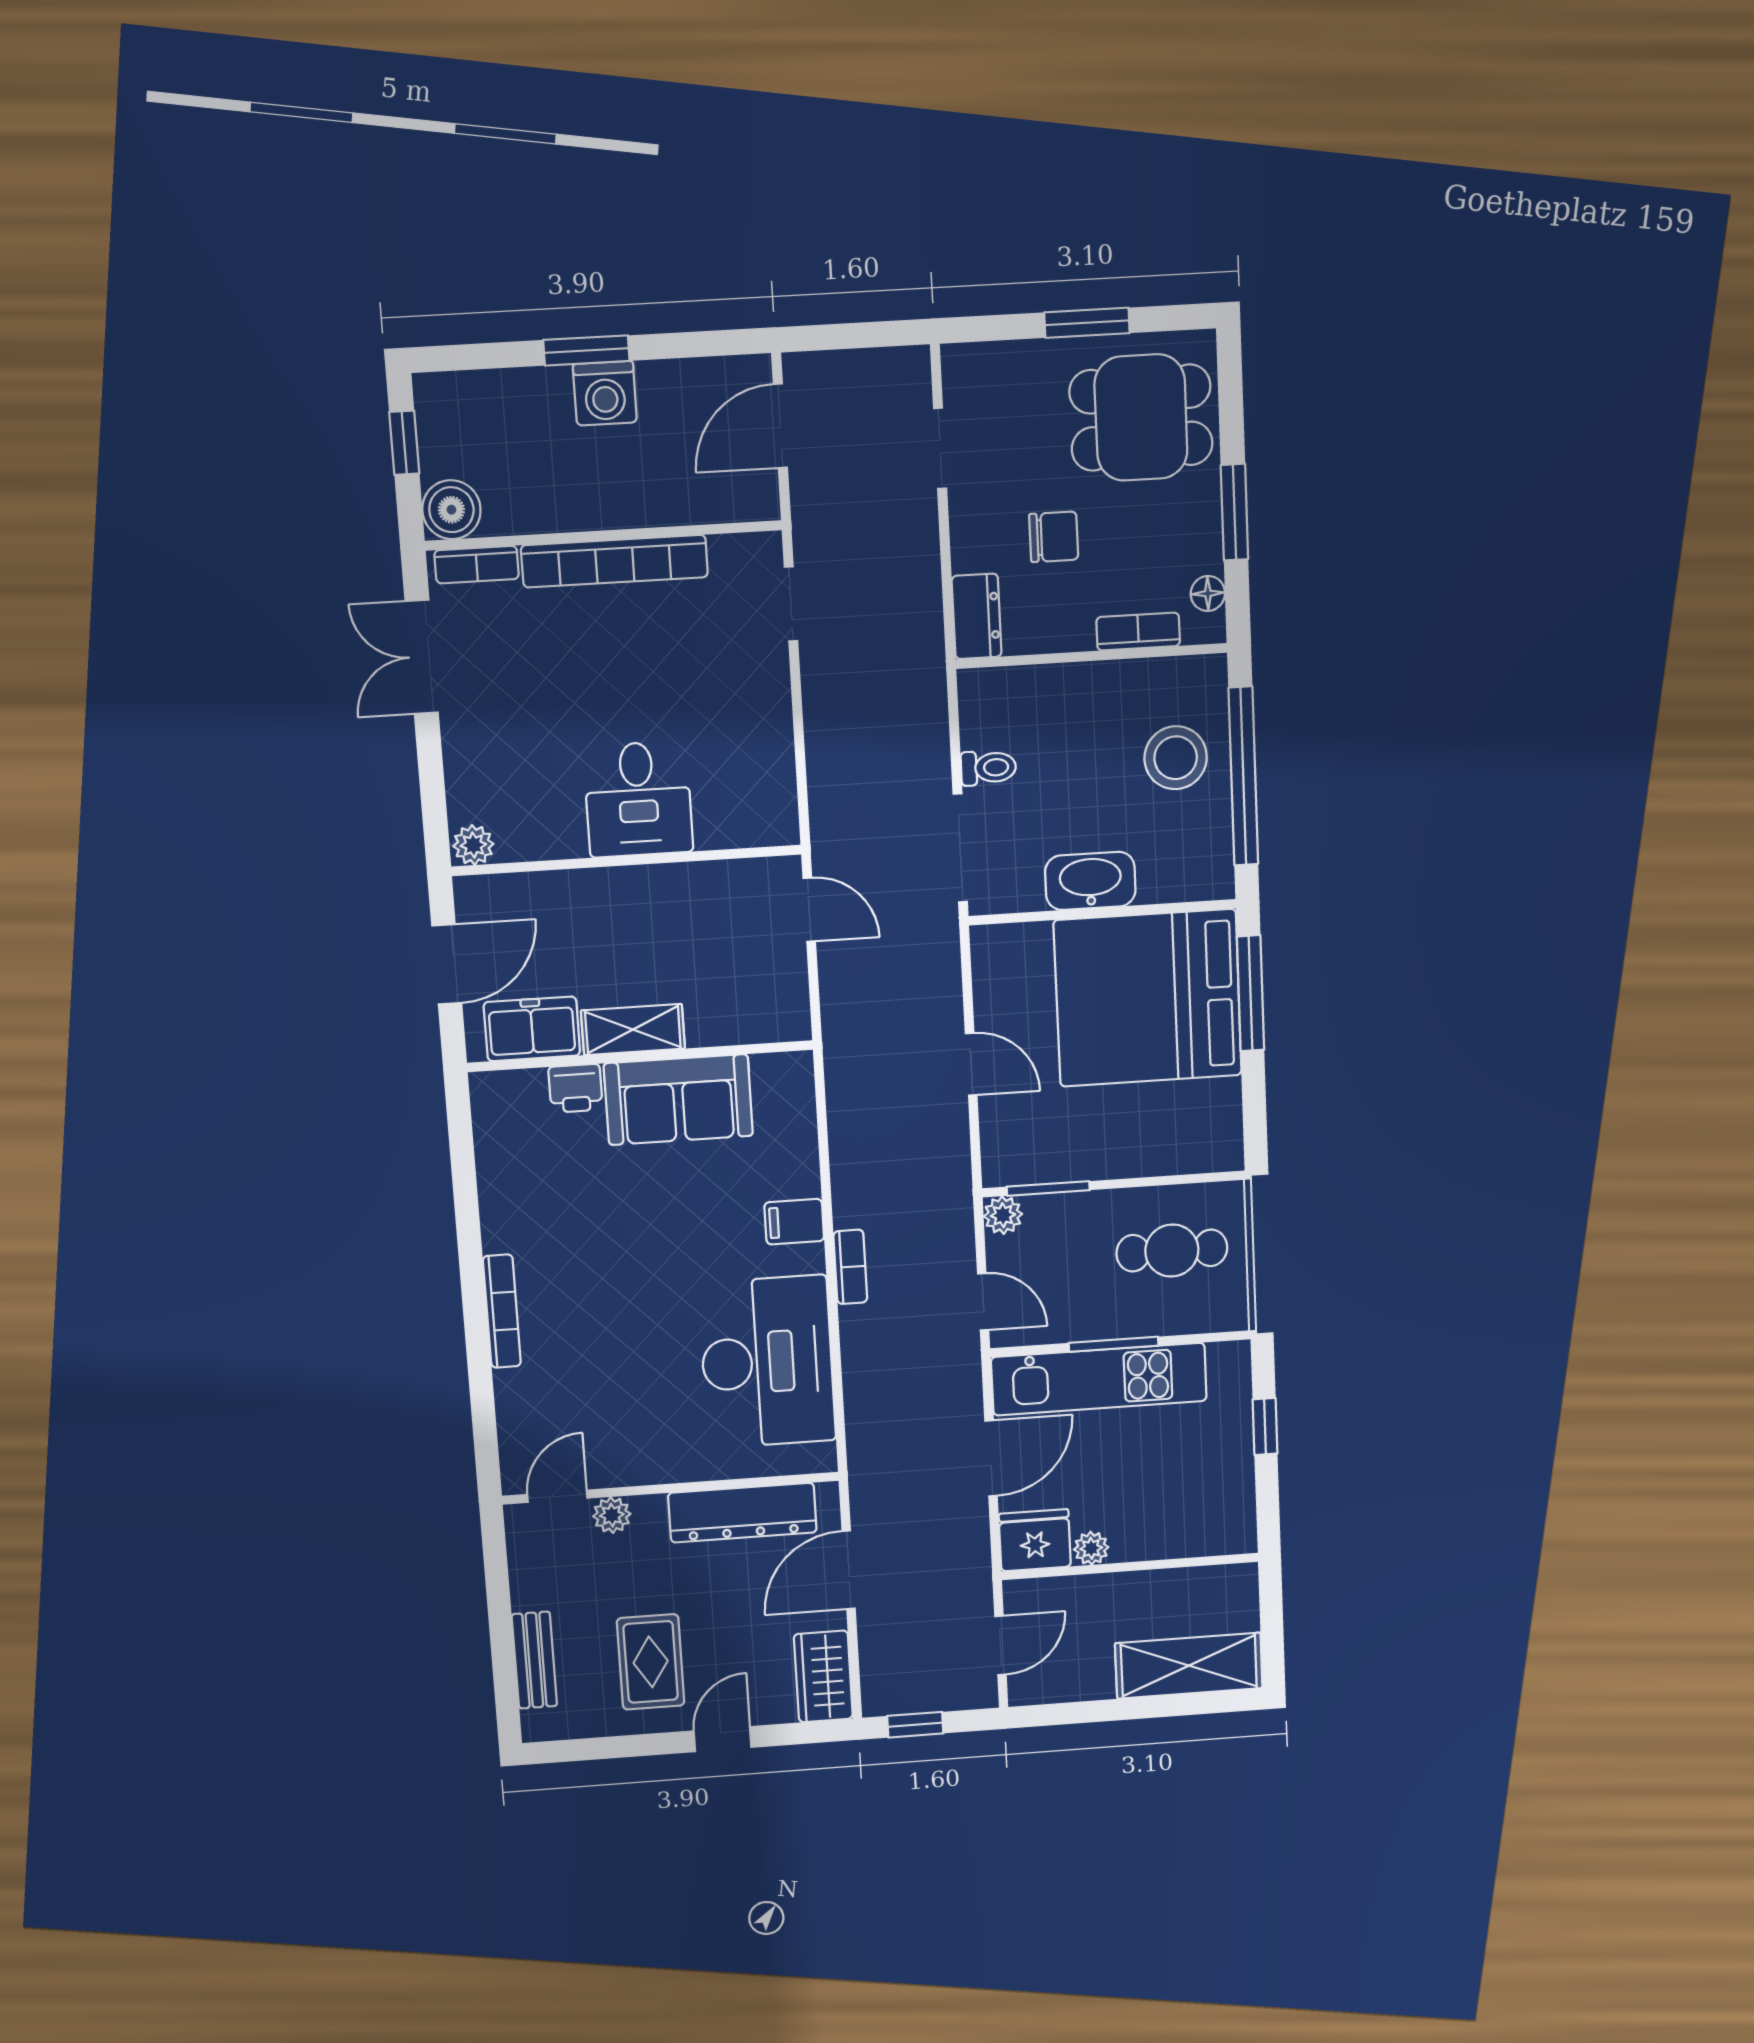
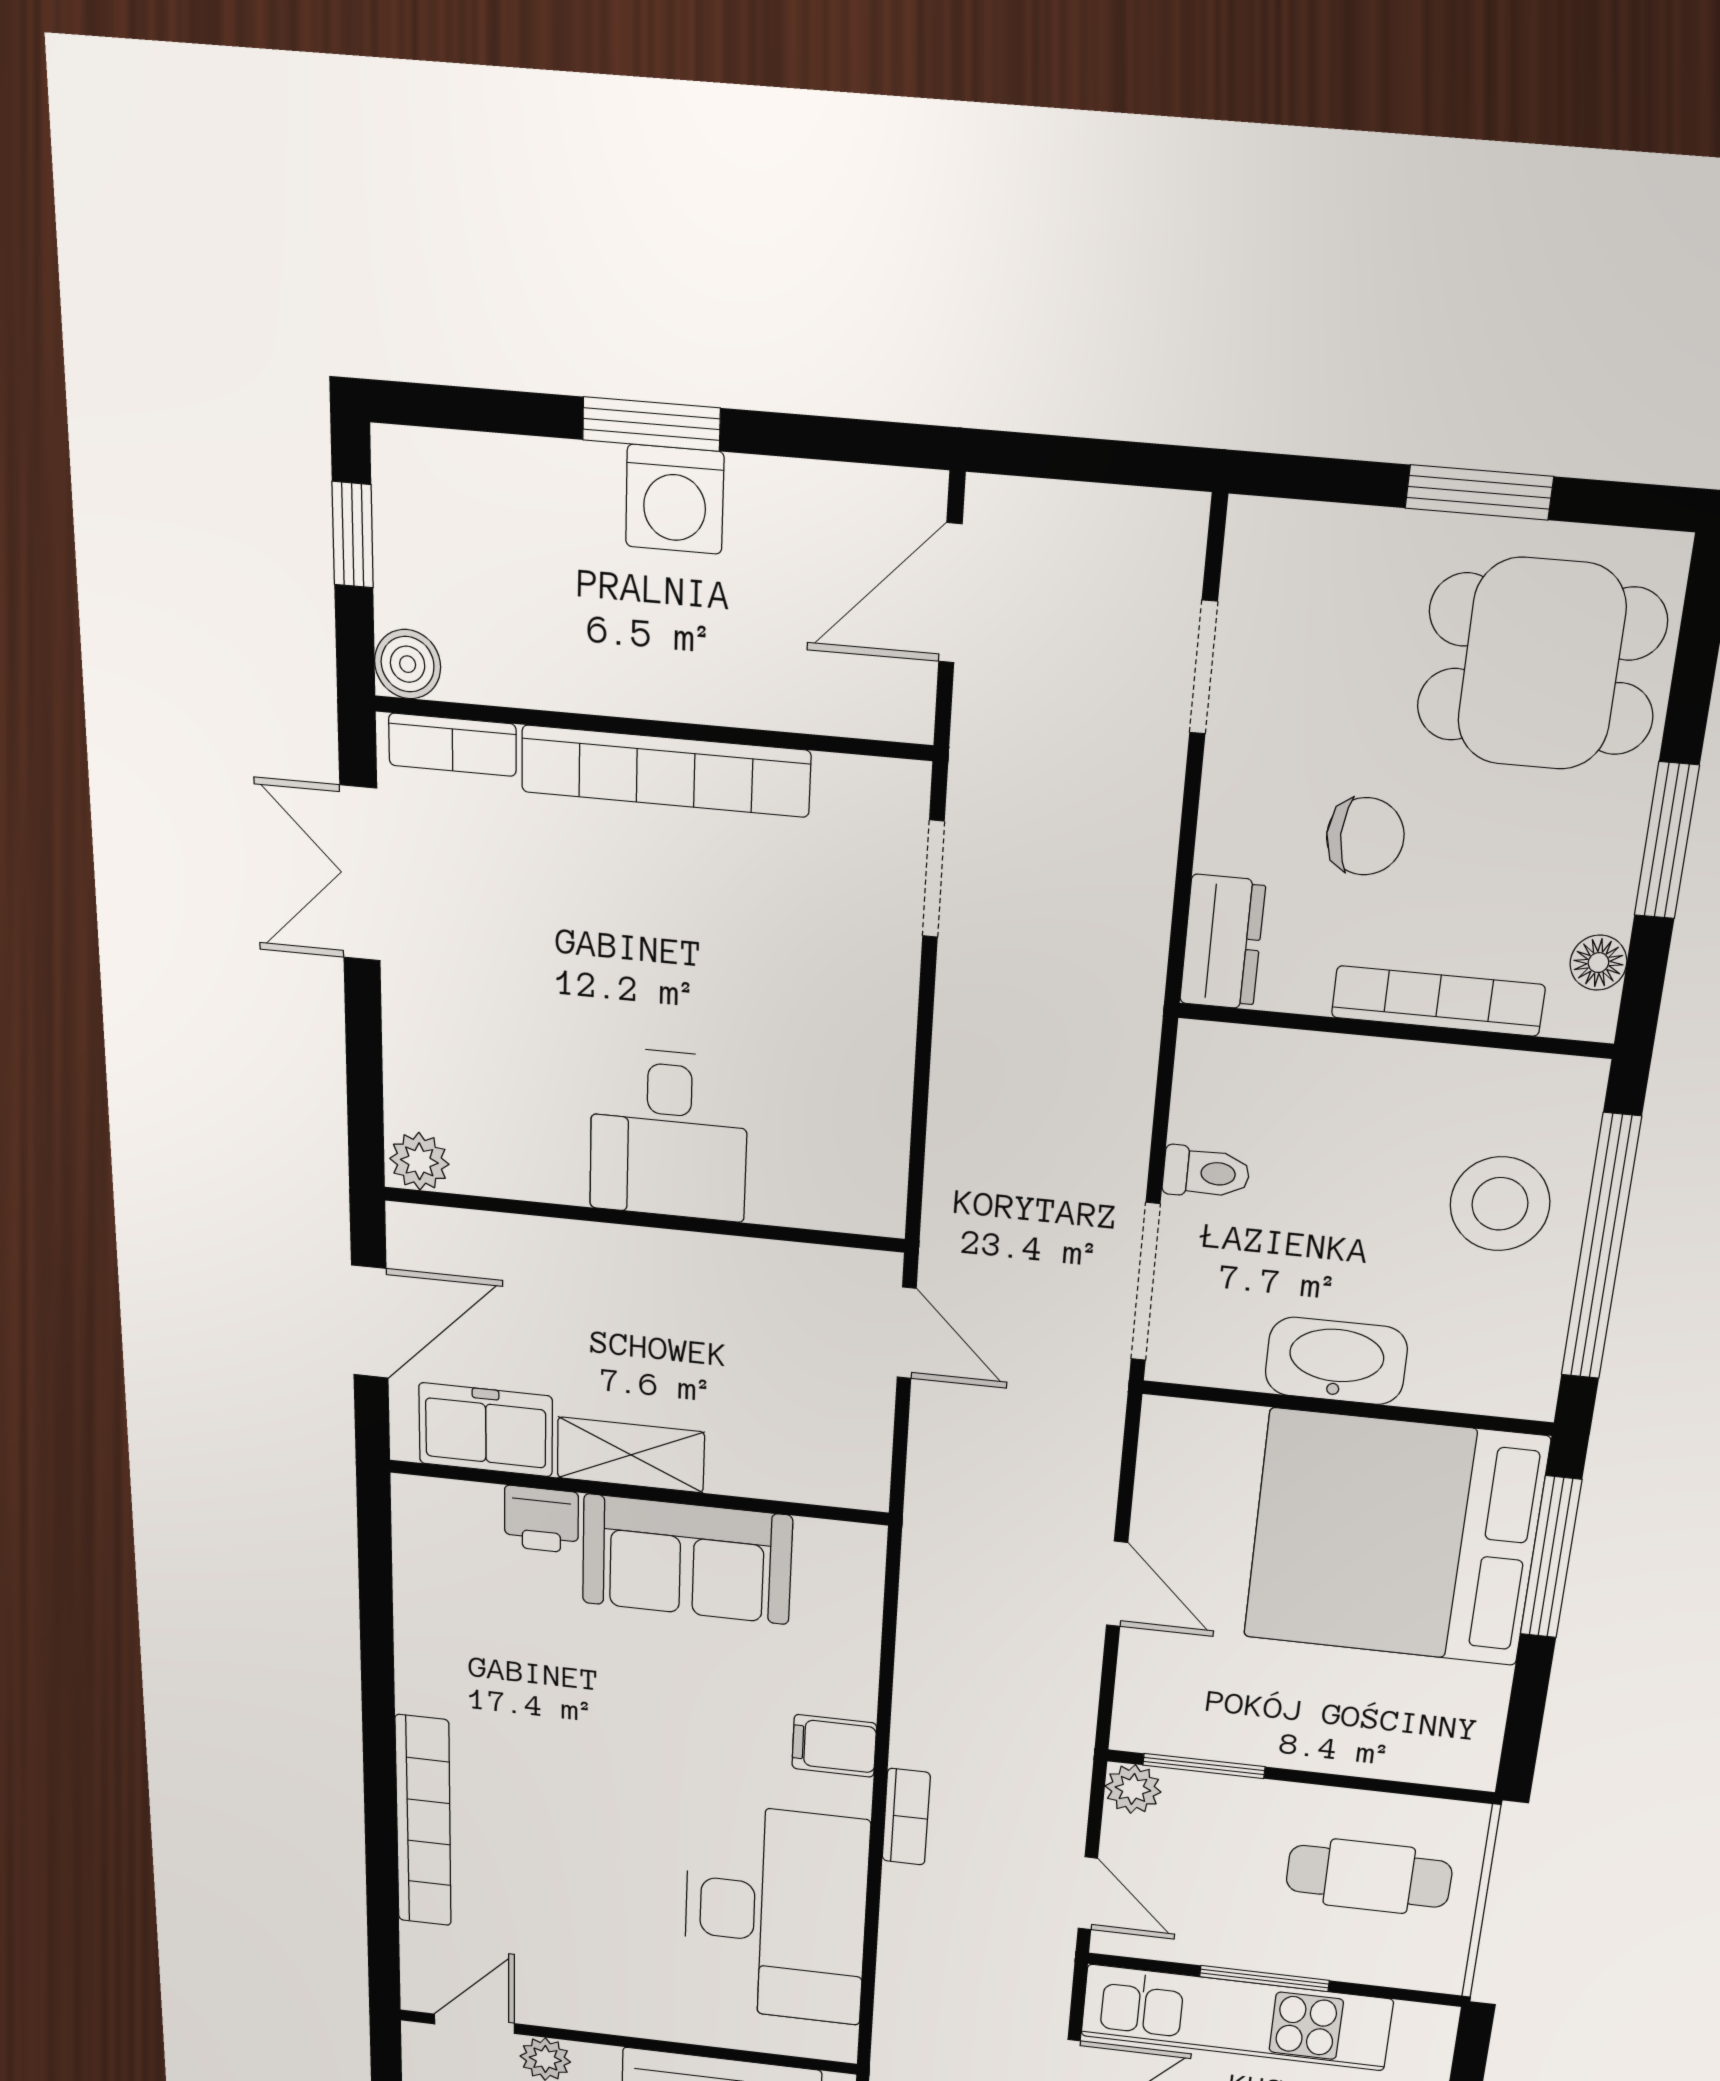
boiler: (451, 510) -> (408, 664), width x0.73, depth x0.73
bookcase: (1138, 632) -> (1438, 1001), width x1.56
bookcase: (502, 1311) -> (423, 1821), width x1.48, depth x1.31

